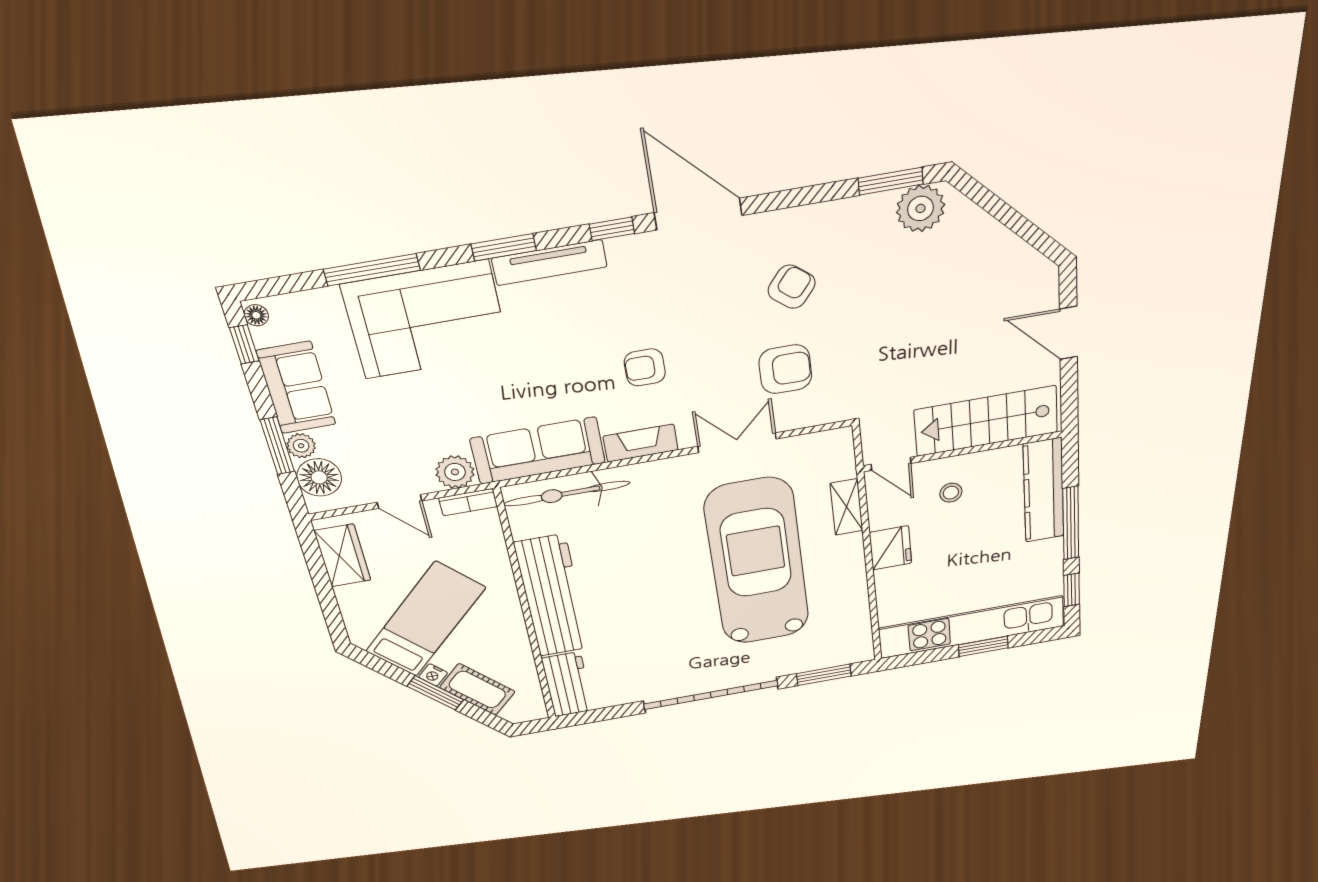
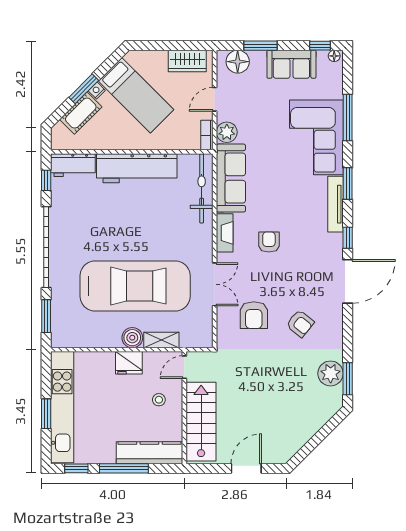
plant: (921, 208) -> (331, 373), moved
plant: (301, 446) -> (258, 58), removed
boiler: (847, 551) -> (132, 338), added
window: (601, 715) -> (46, 180), added

